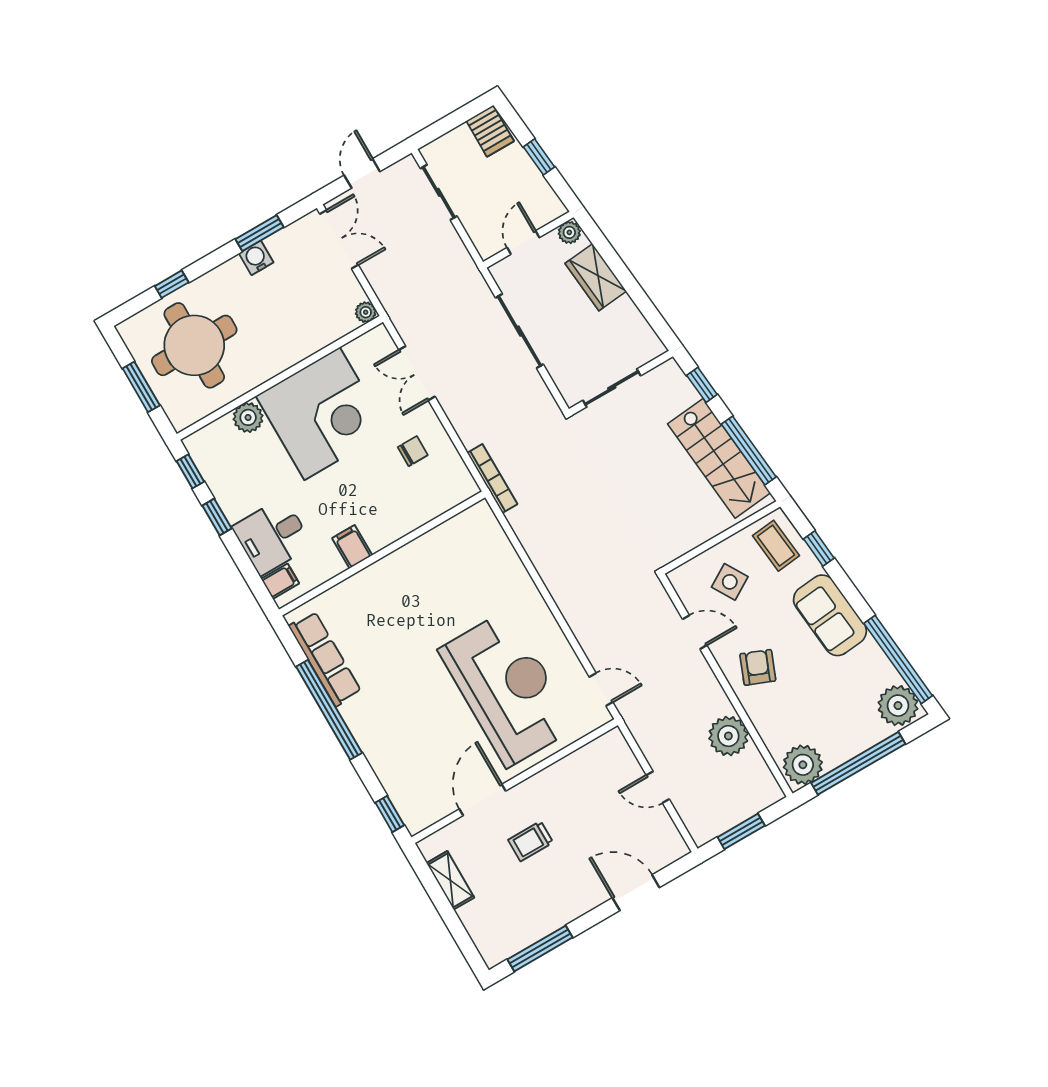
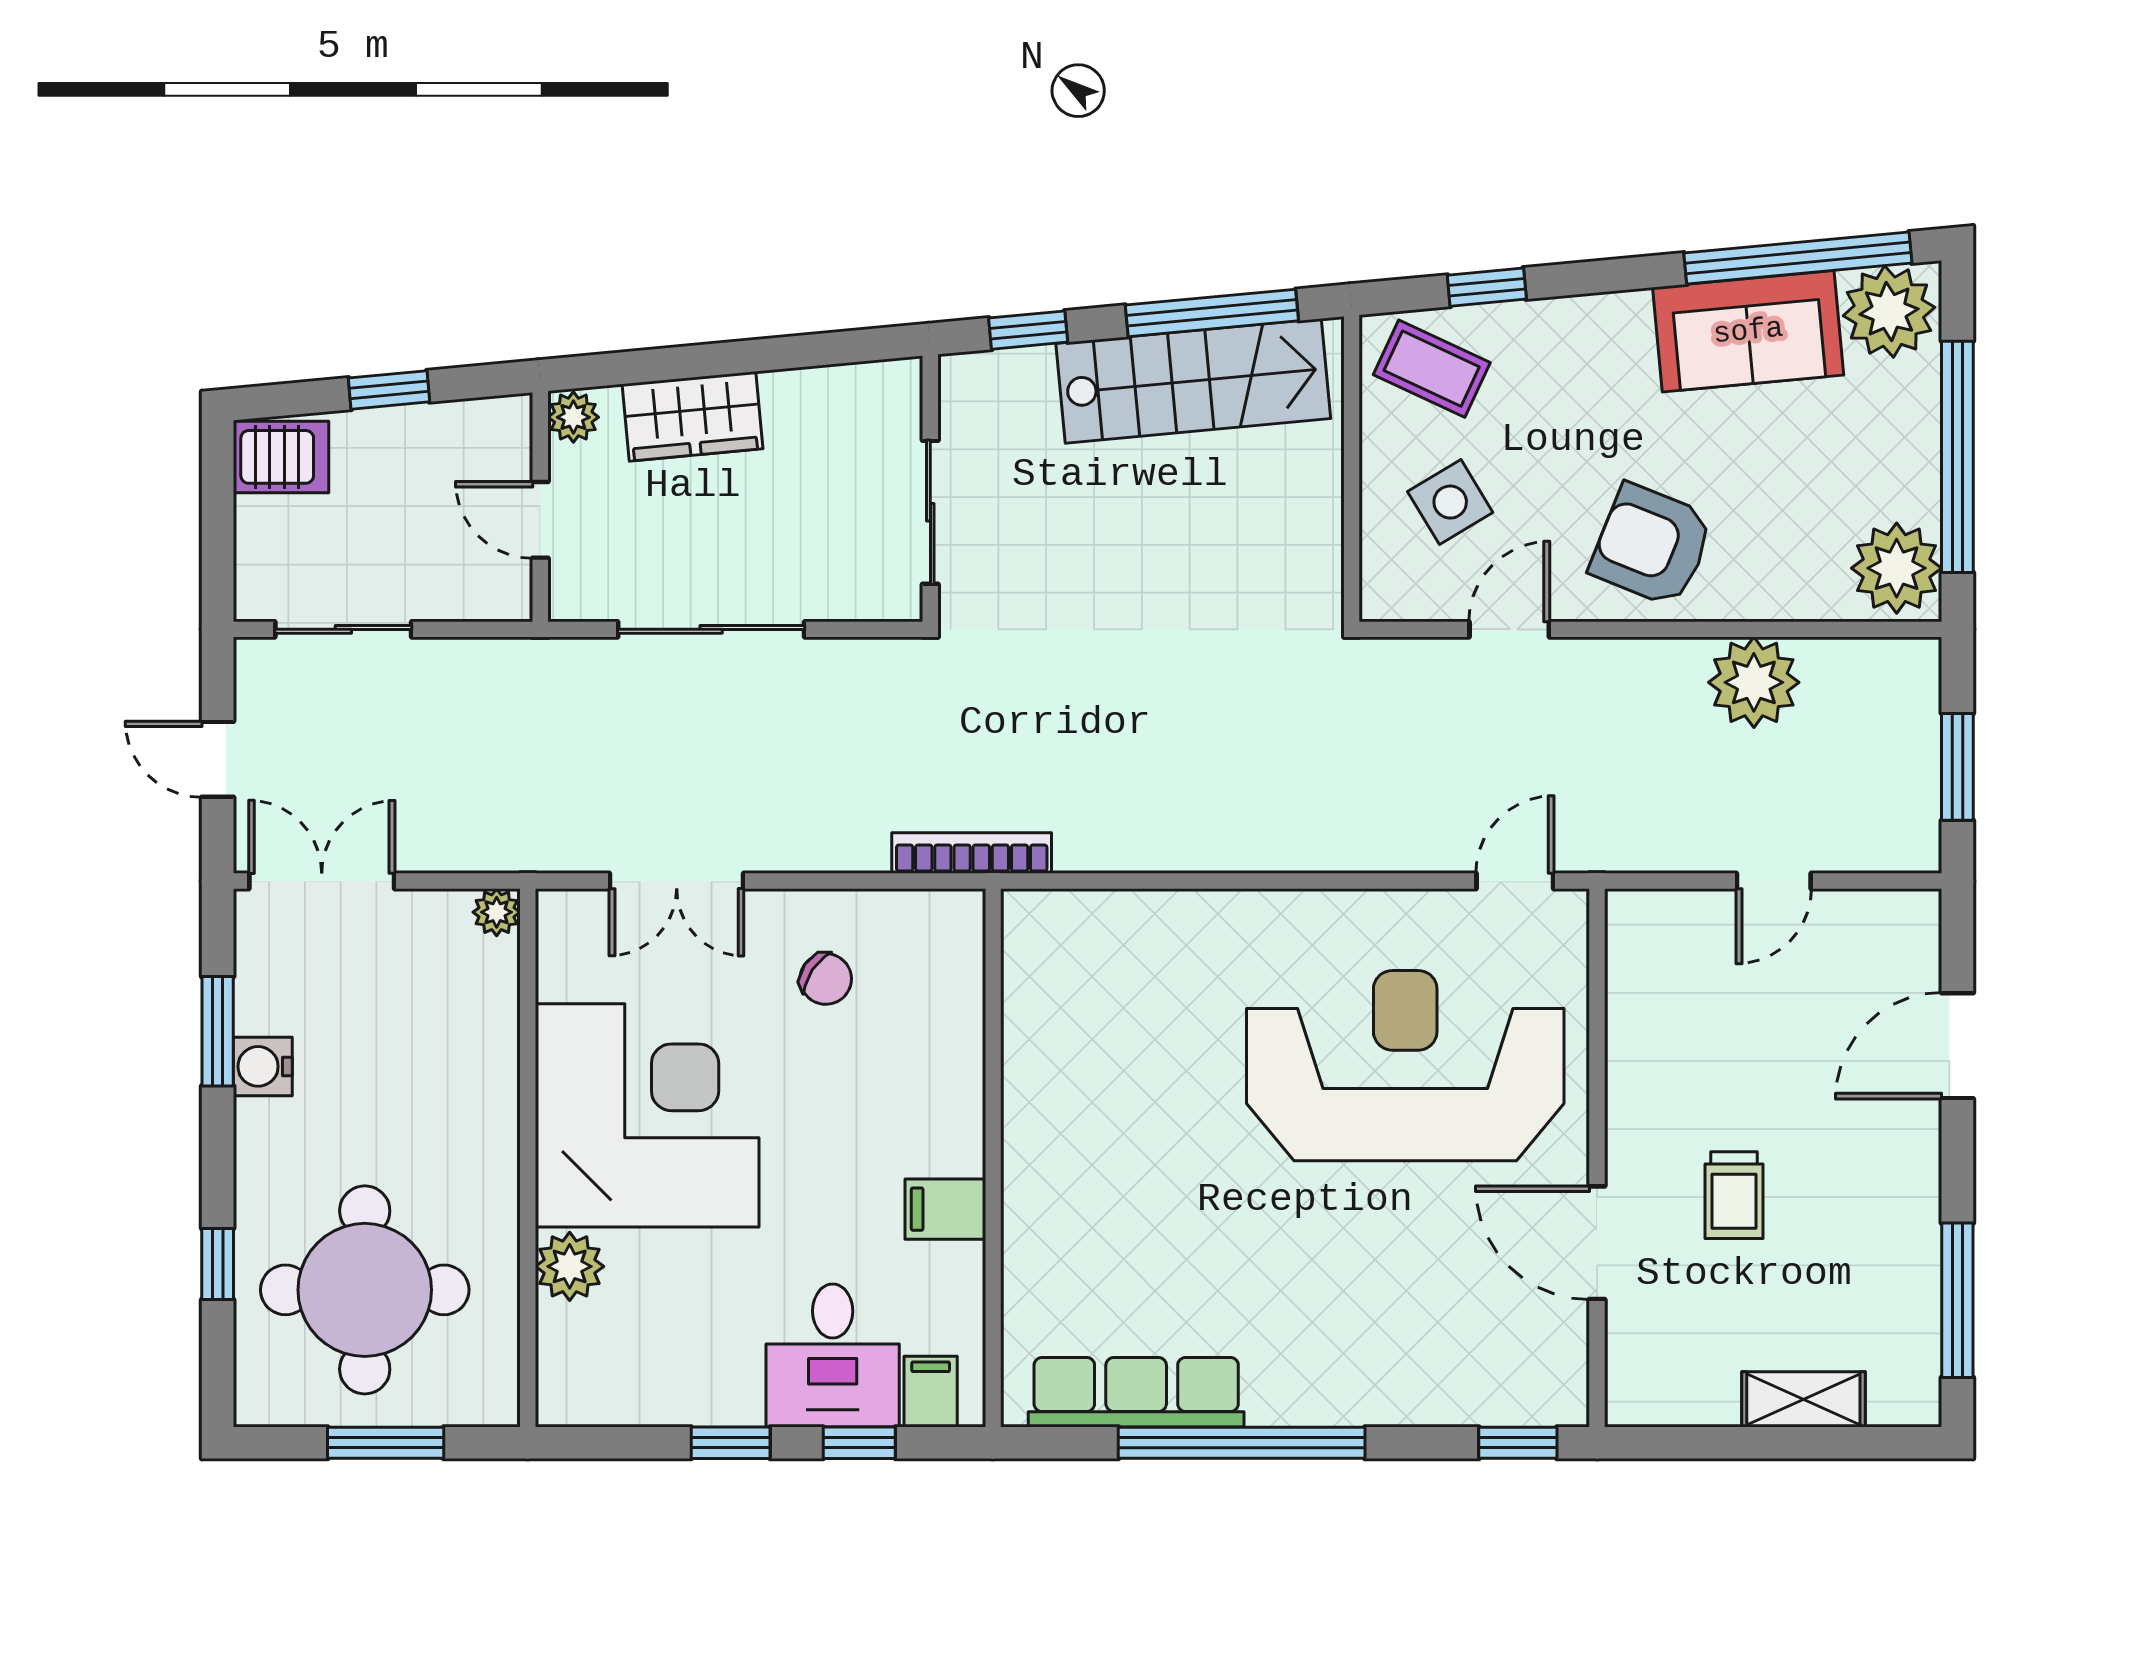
chair: (413, 451) -> (826, 979), turned 124
window: (190, 471) -> (859, 1443), moved
coffee table: (776, 546) -> (1432, 369), turned 31
sofa: (830, 615) -> (1748, 331), moved
armchair: (758, 667) -> (1652, 545), width x1.38, depth x1.38
shelving: (450, 880) -> (1803, 1399), moved

